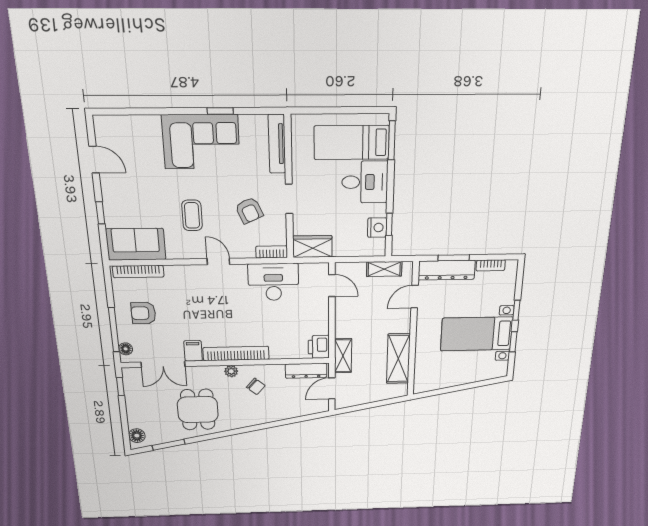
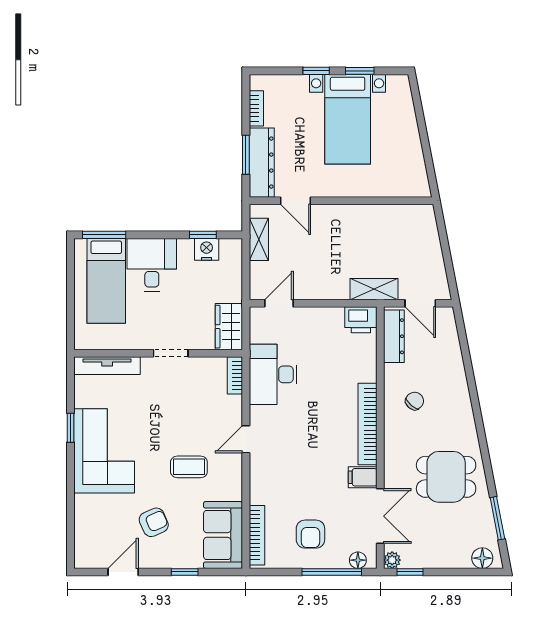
armchair: (249, 210) -> (154, 522), moved
shelving: (398, 359) -> (380, 218), removed
plant: (231, 371) -> (392, 560), moved

